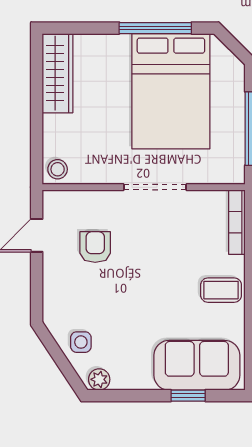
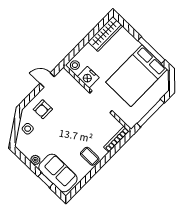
nightstand: (97, 168) -> (88, 77), added
armchair: (95, 247) -> (43, 109), moved, turned 180
plant: (99, 379) -> (35, 160), moved

